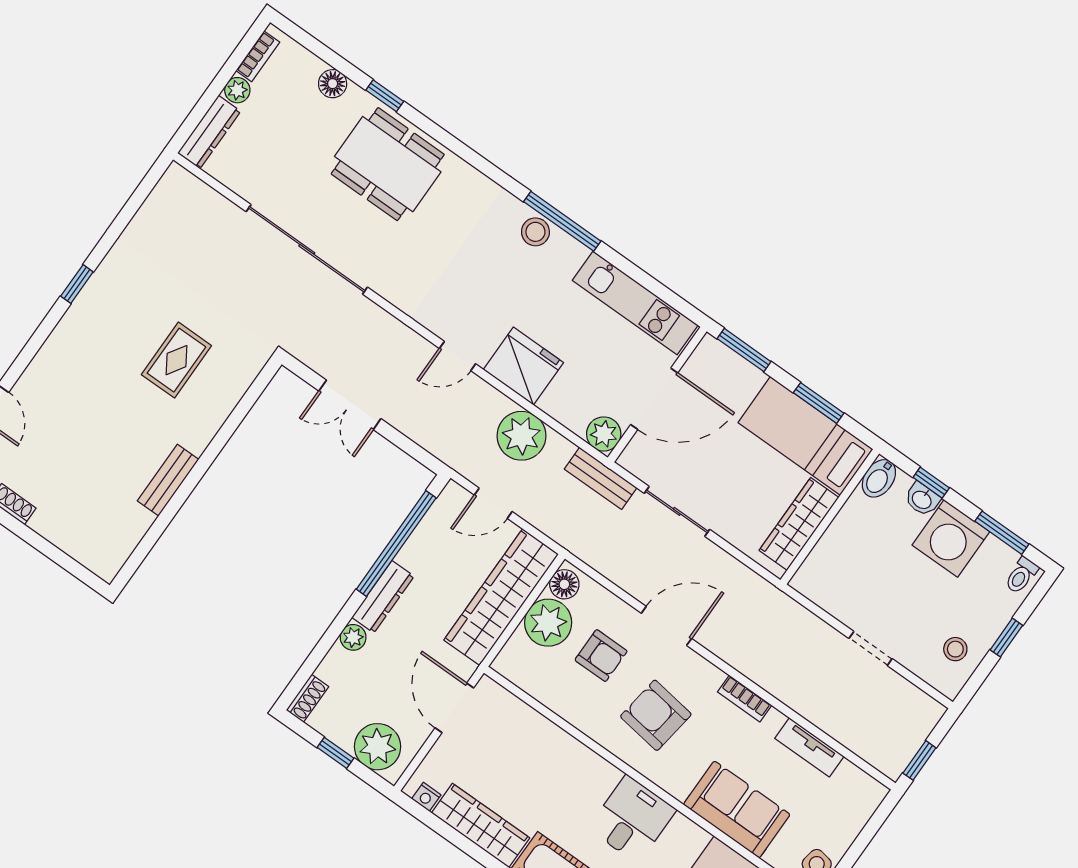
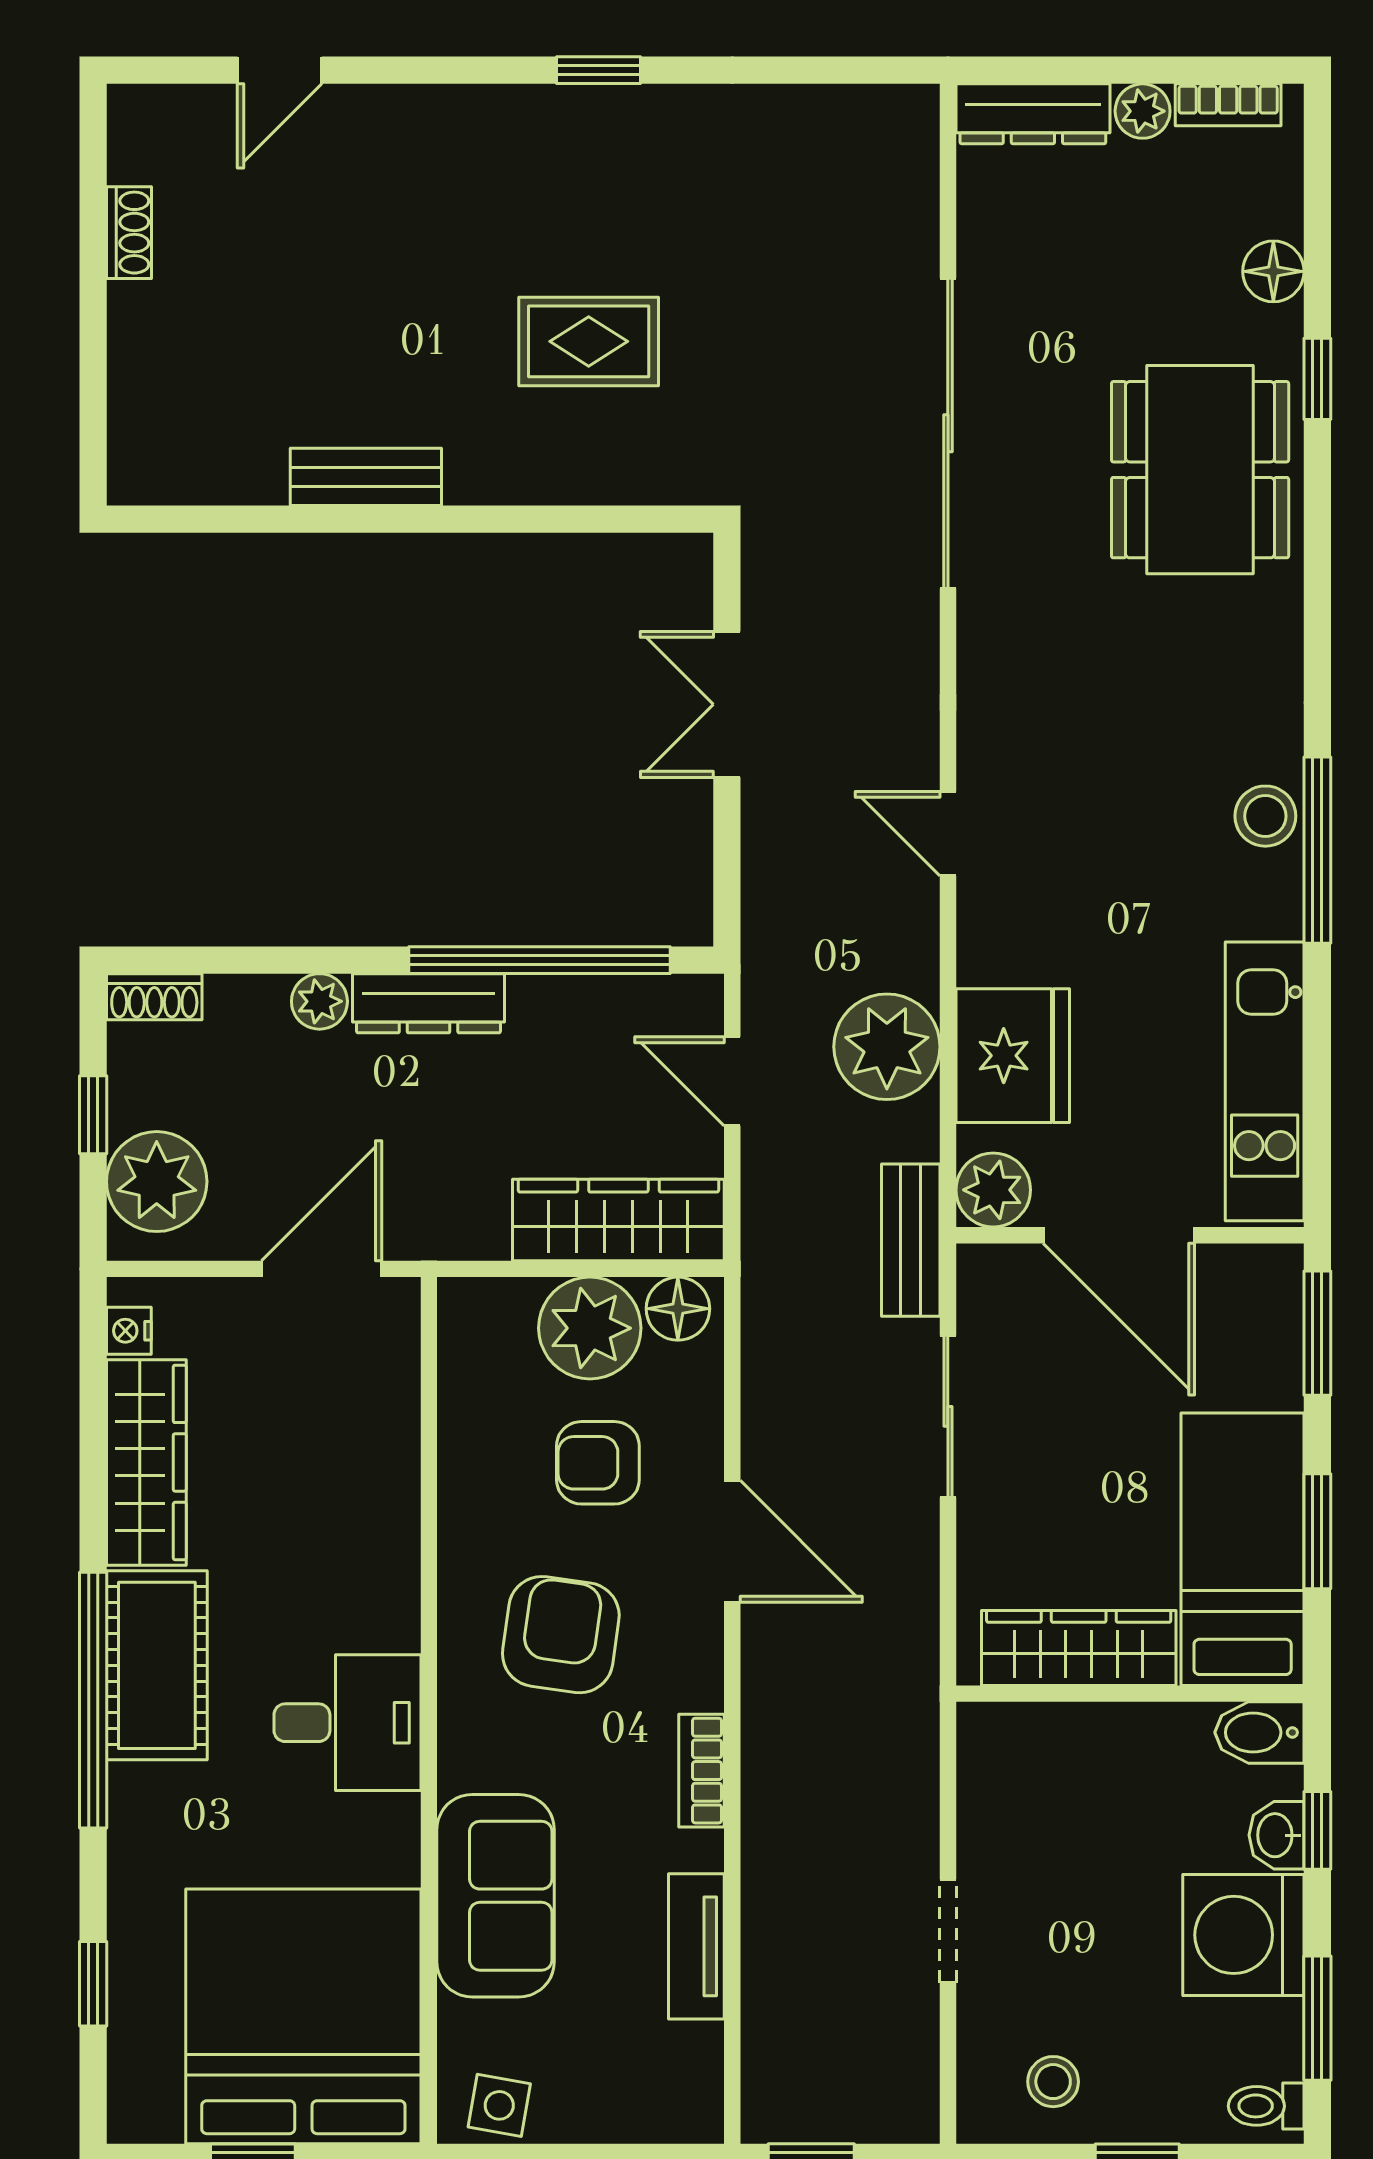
fridge: (523, 366) -> (1013, 1056), moved
wardrobe: (501, 597) -> (618, 1220), width x0.71, depth x0.85
armchair: (601, 656) -> (598, 1463), turned 90

